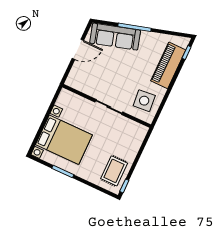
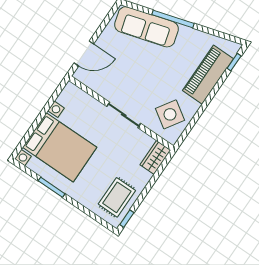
door: (78, 49) -> (84, 53), moved
side table: (144, 101) -> (170, 114), turned 38
wardrobe: (138, 135) -> (155, 157), added

